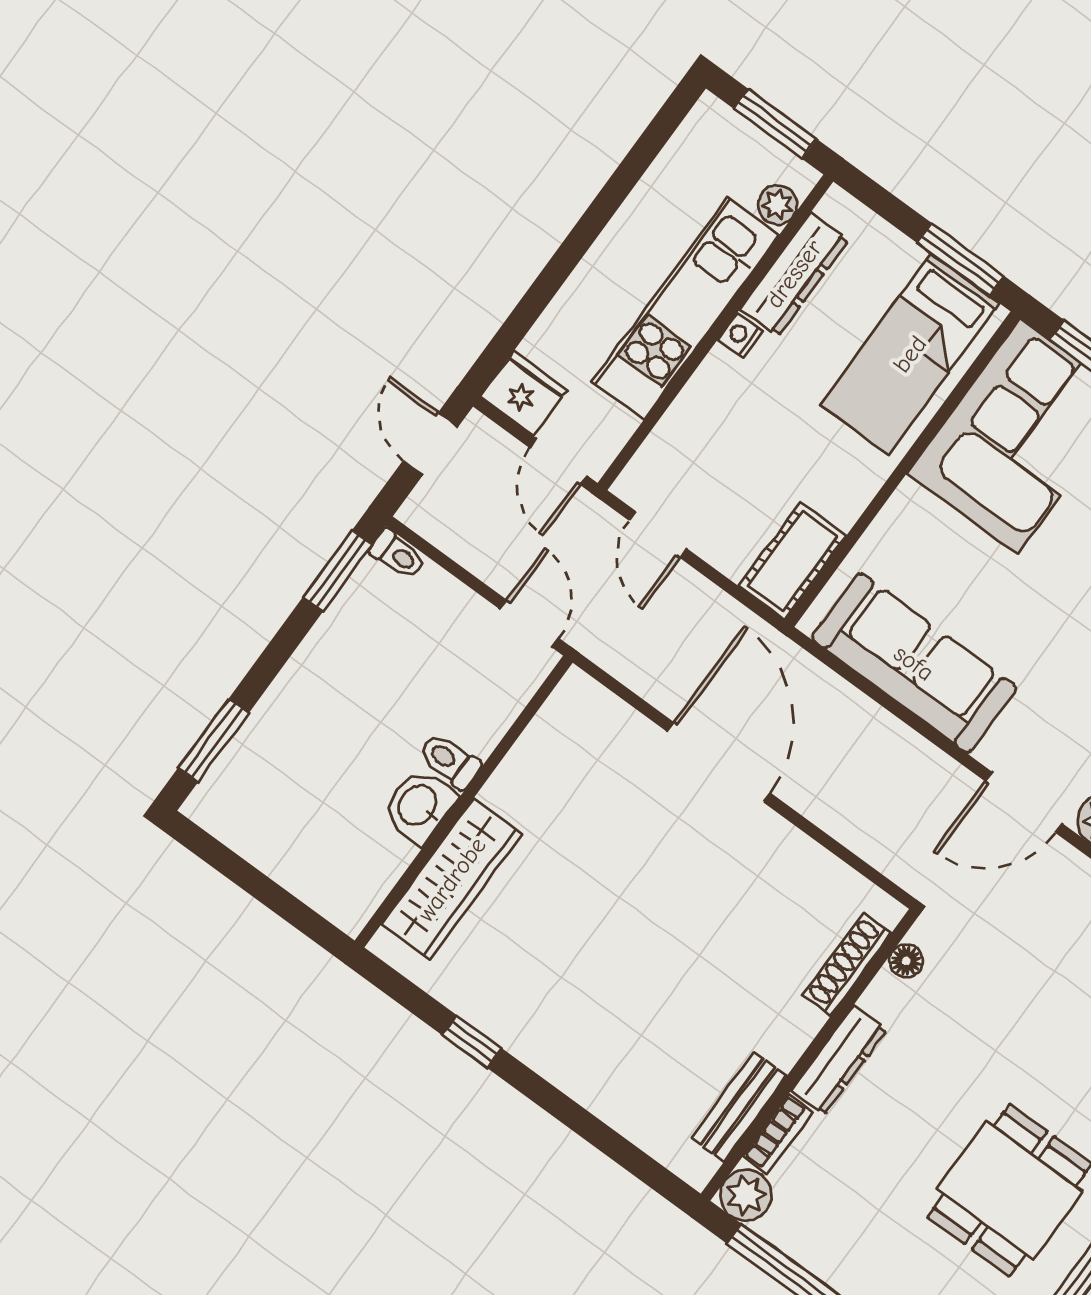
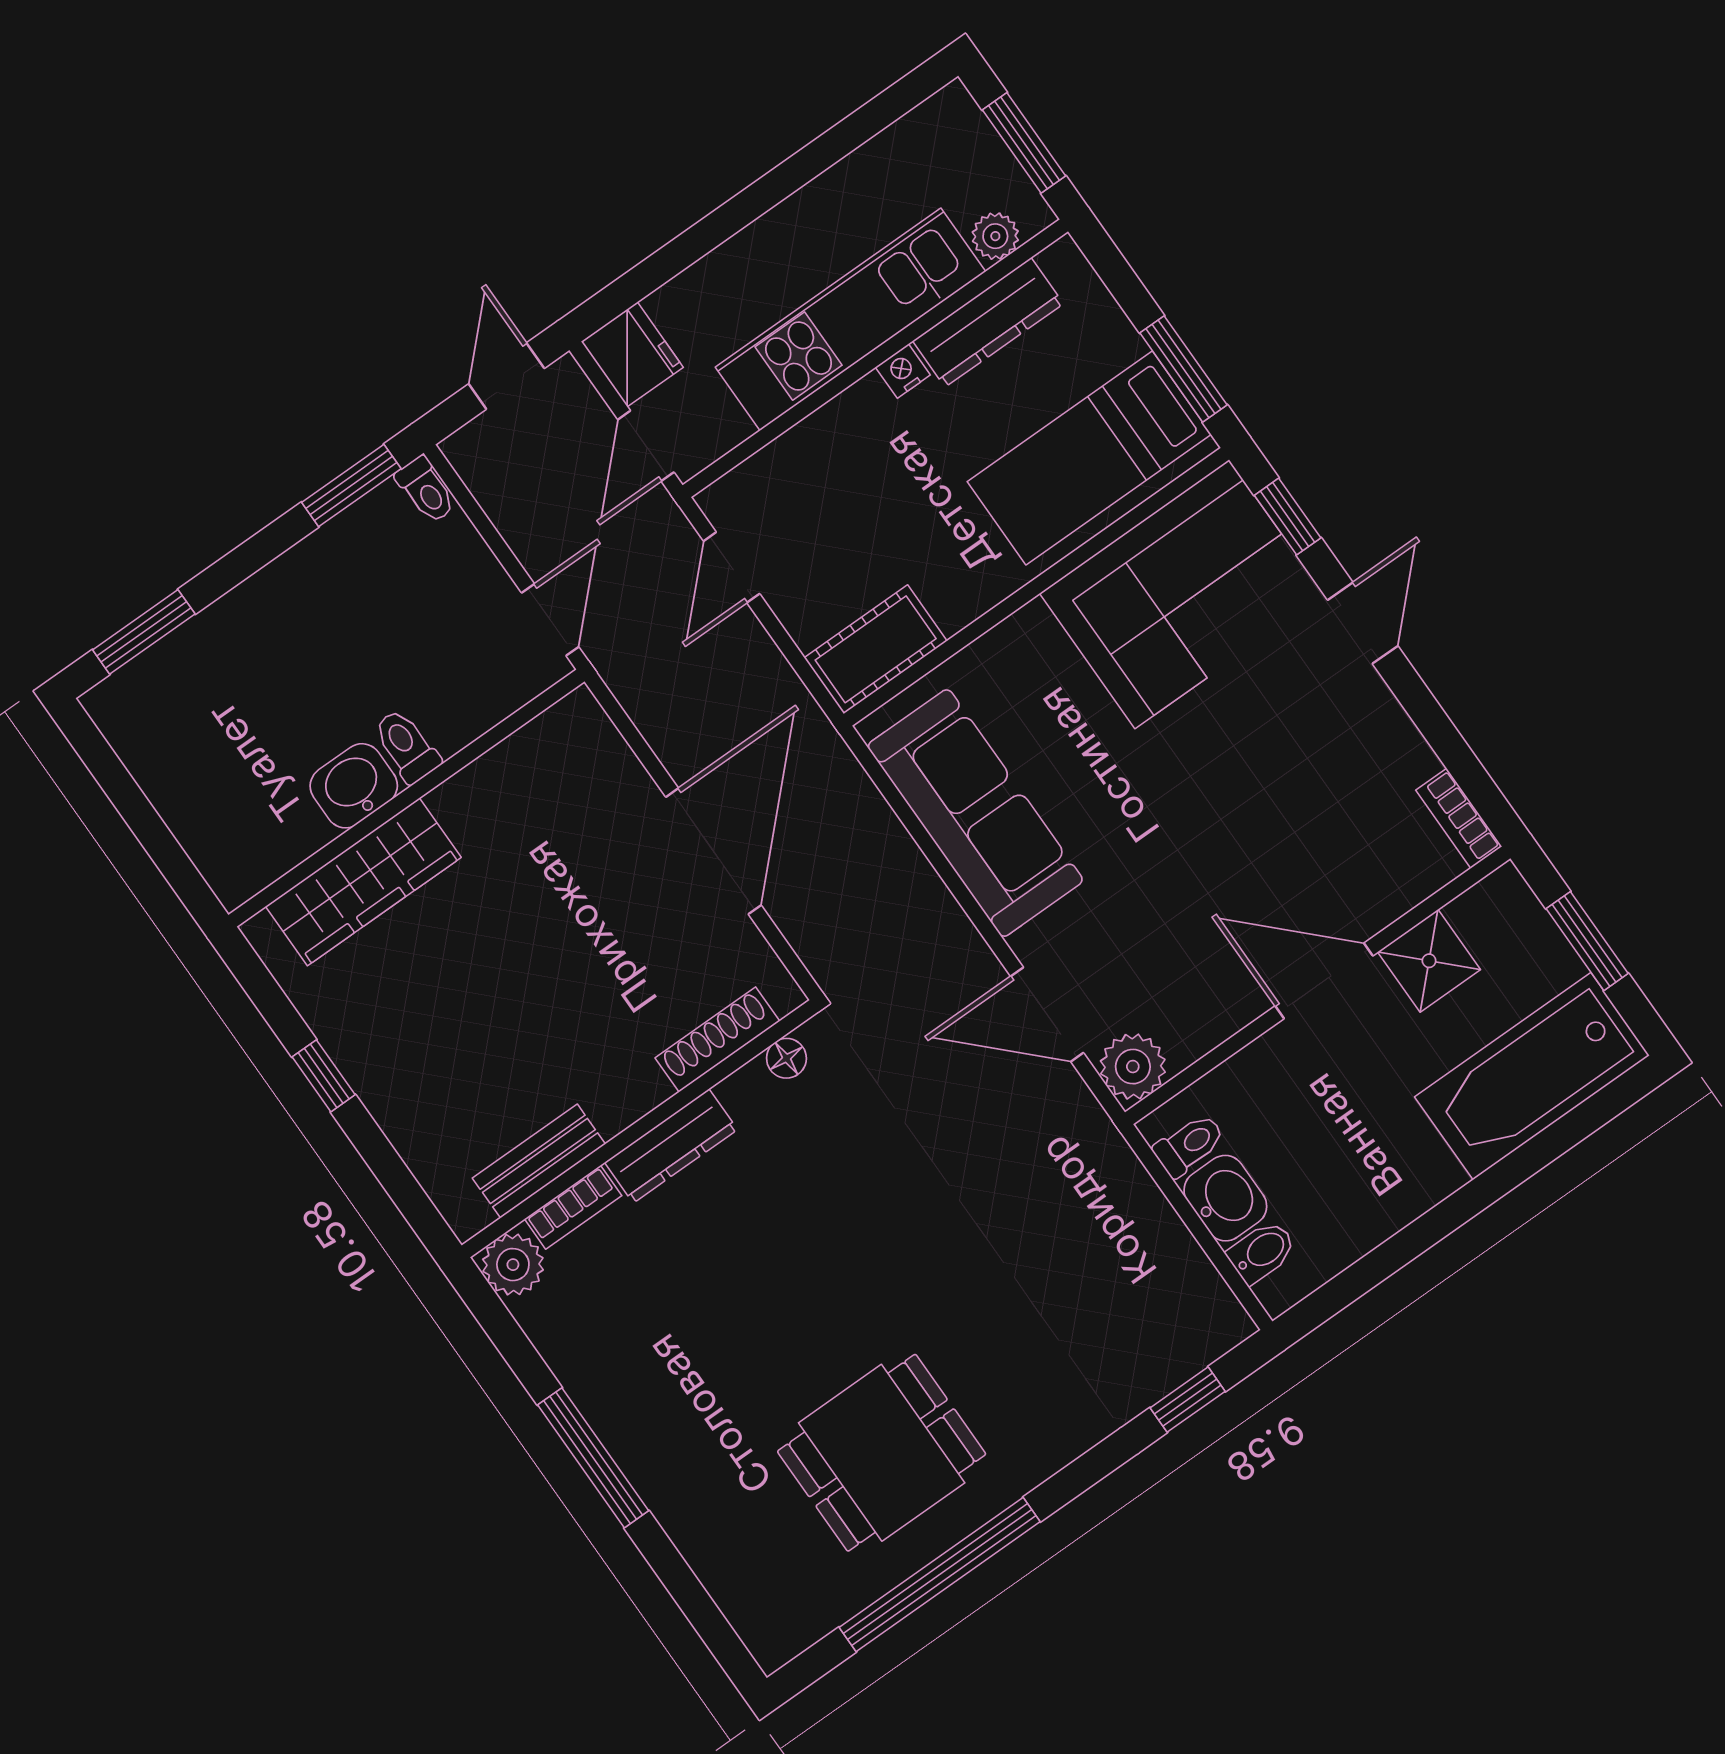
floor lamp: (906, 961) -> (786, 1058), moved
shoe rack: (847, 964) -> (717, 1040), moved
wall: (810, 1055) -> (640, 1129), moved
dresser: (839, 1060) -> (671, 1146), moved
bench: (739, 1107) -> (539, 1161), moved
bookcase: (778, 1134) -> (573, 1207), moved
plant: (746, 1195) -> (513, 1265), moved

